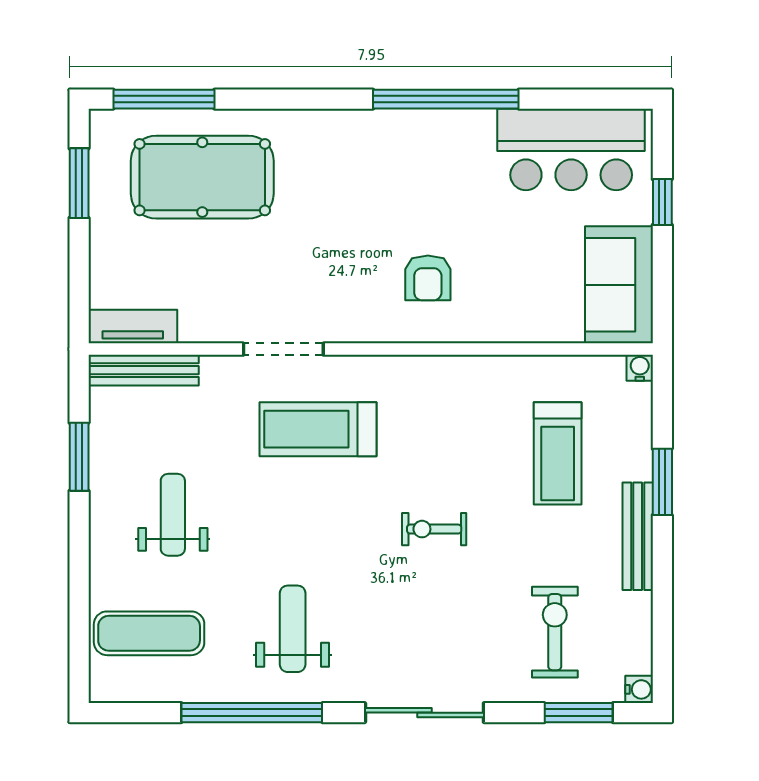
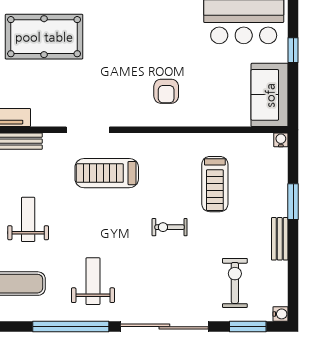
treadmill: (558, 453) -> (215, 184), moved
bench: (638, 536) -> (280, 239), width x0.73
sliding door: (424, 713) -> (164, 327), width x1.36

